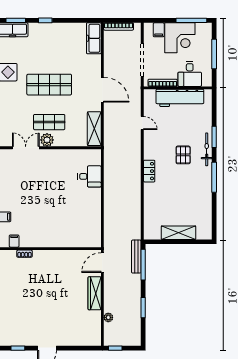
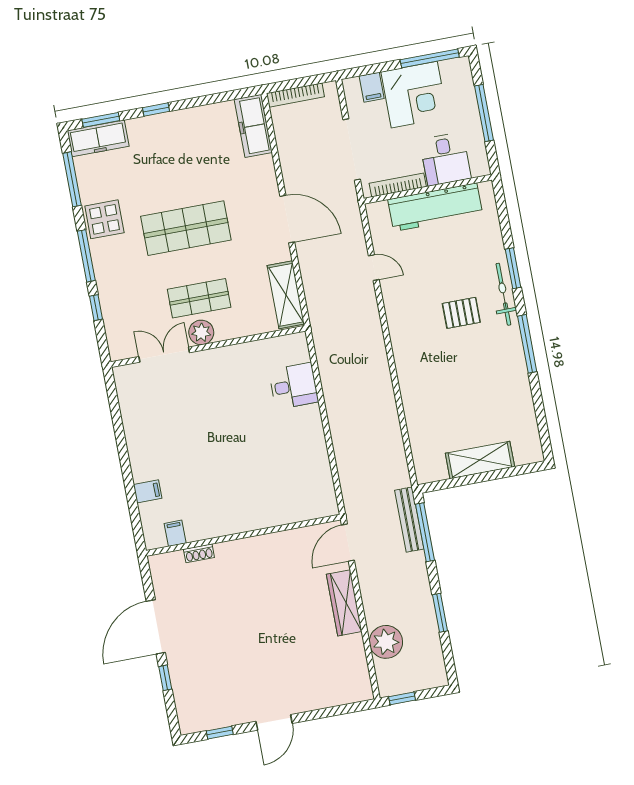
pallet: (183, 155) -> (461, 313), turned 90
locker: (149, 171) -> (403, 355), removed
plant: (108, 317) -> (386, 642), width x1.87, depth x1.87

